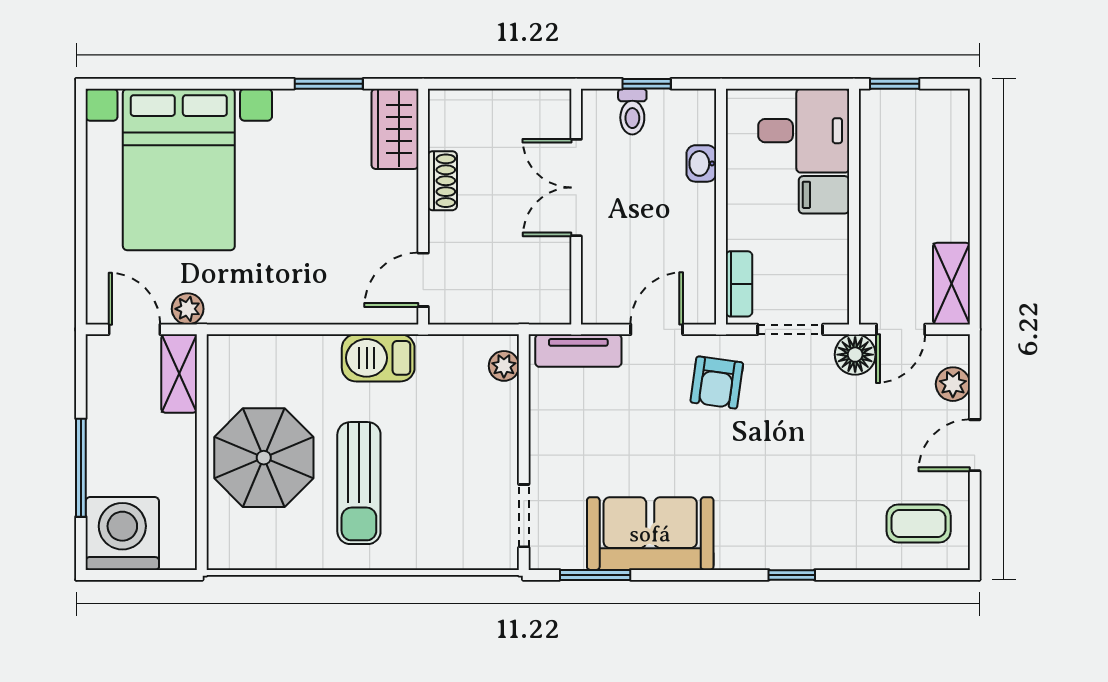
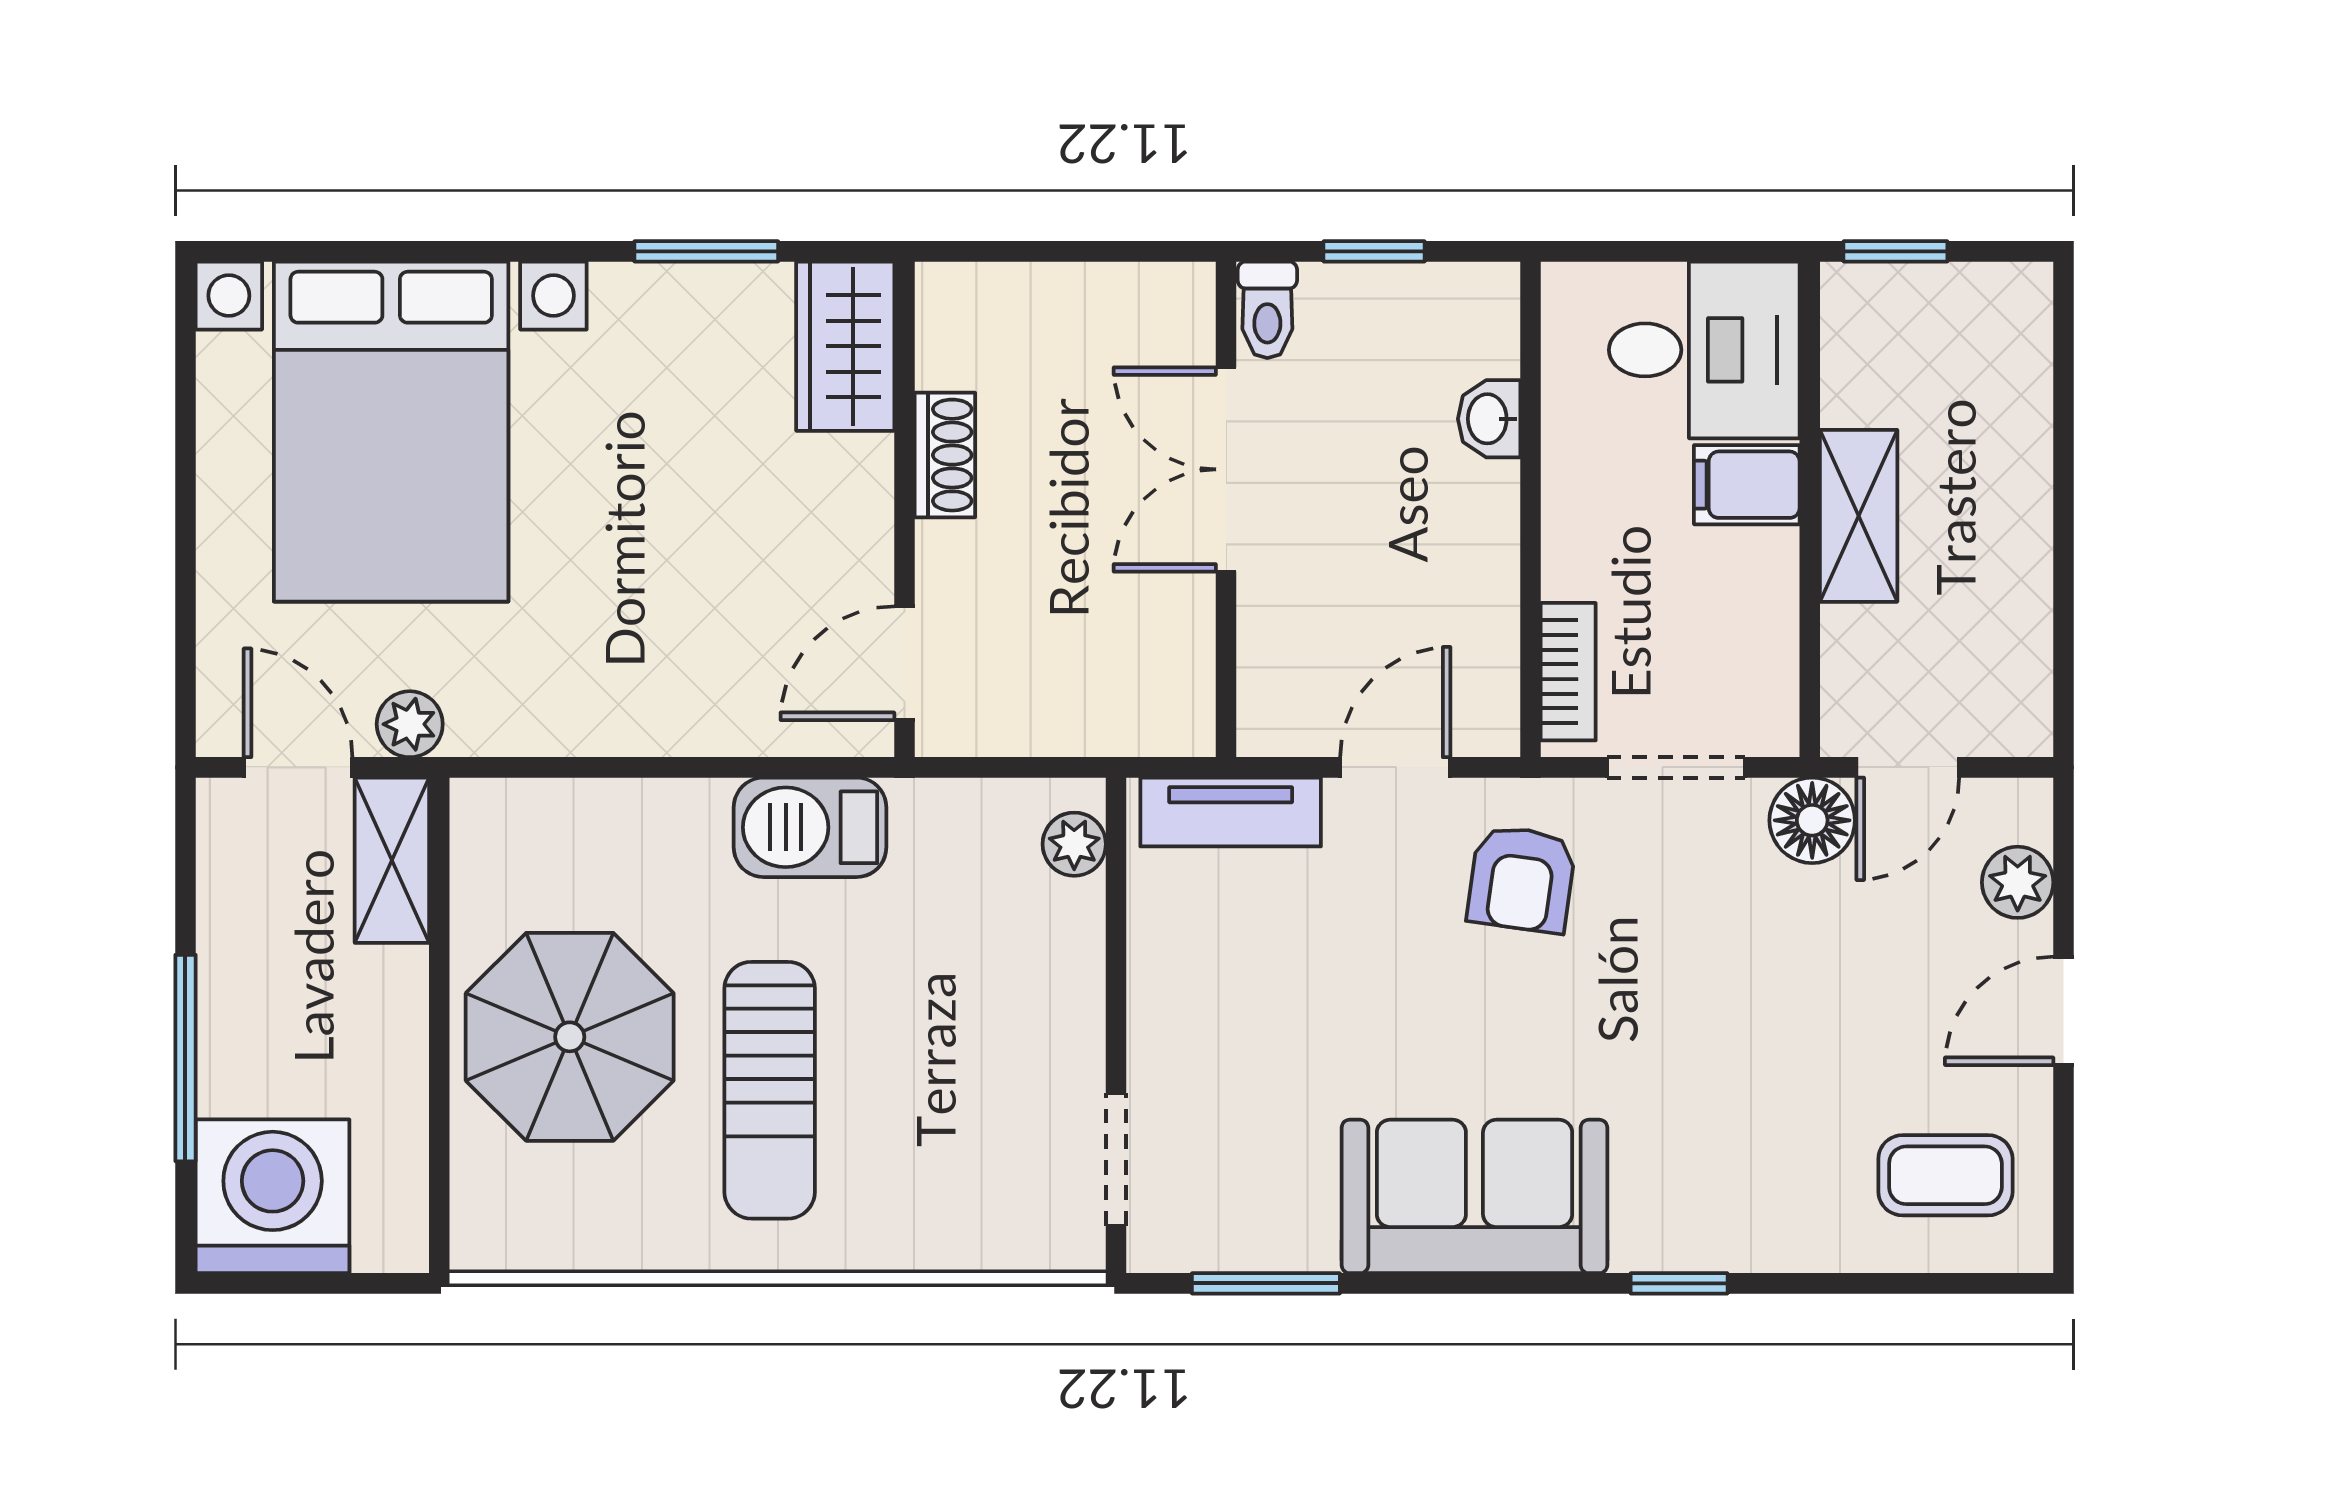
toilet: (632, 112) -> (1267, 310), moved
shelving: (951, 284) -> (1859, 516), moved
sofa: (650, 534) -> (1474, 1196), moved

